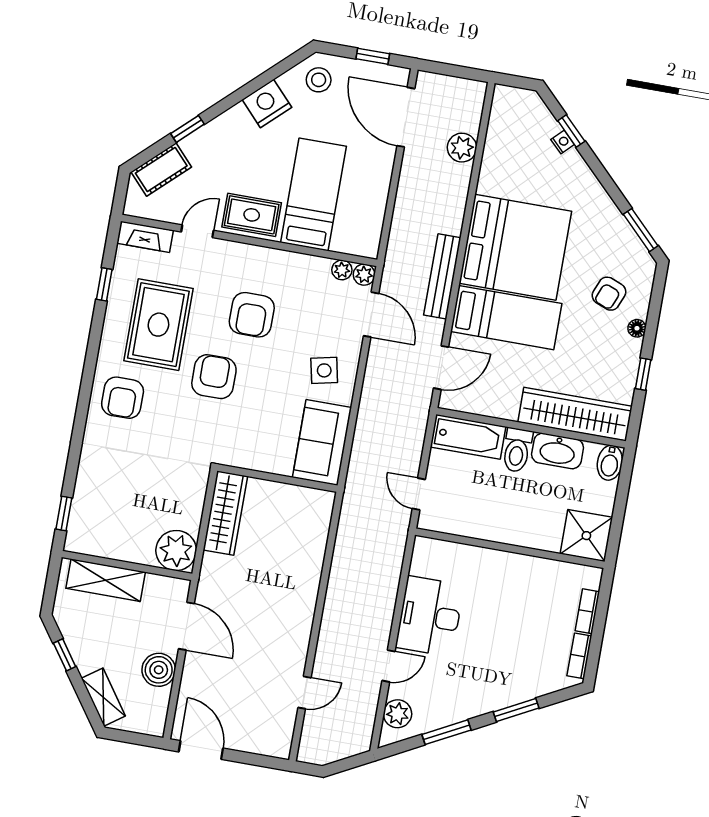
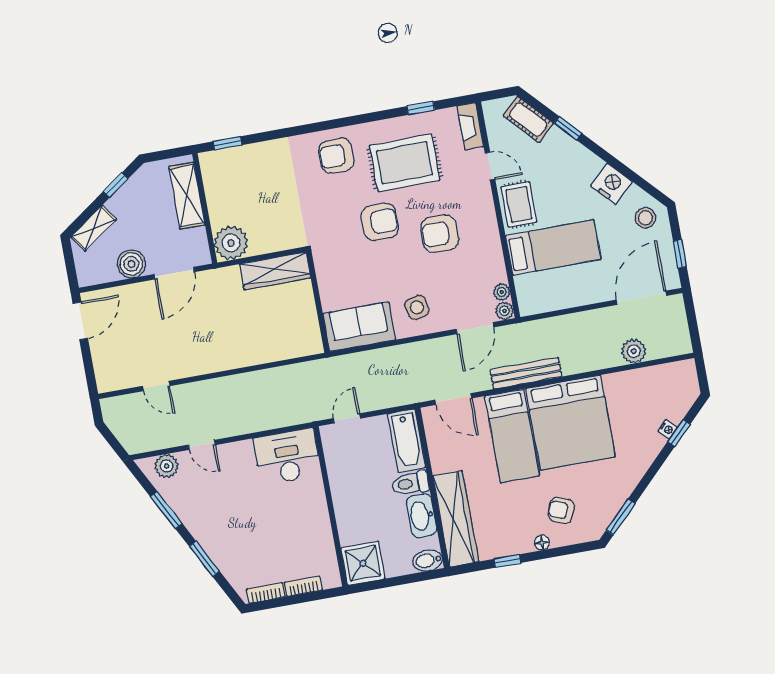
desk: (430, 616) -> (287, 457), moved

